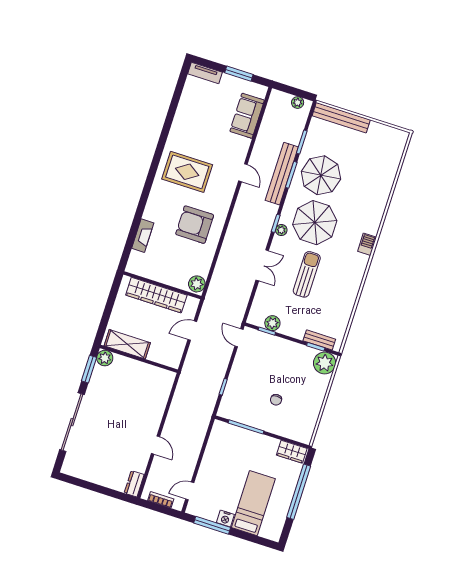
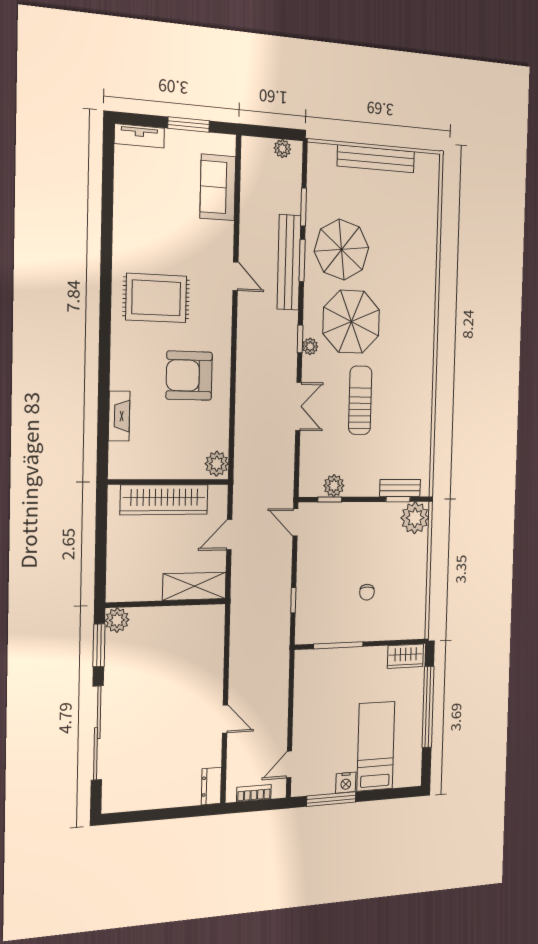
bench: (341, 118) -> (376, 159), moved
barbecue: (367, 244) -> (426, 332), removed
shelving: (127, 344) -> (194, 586), moved

